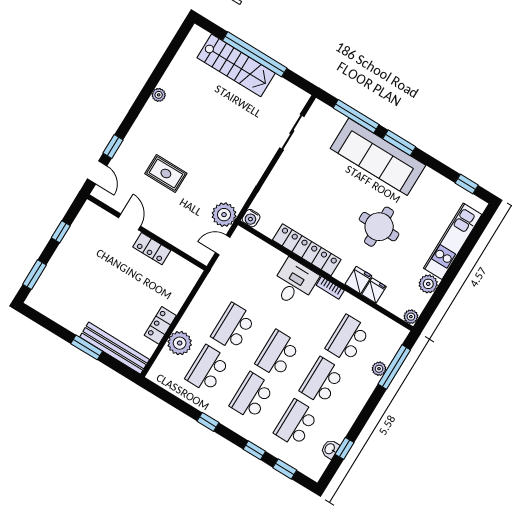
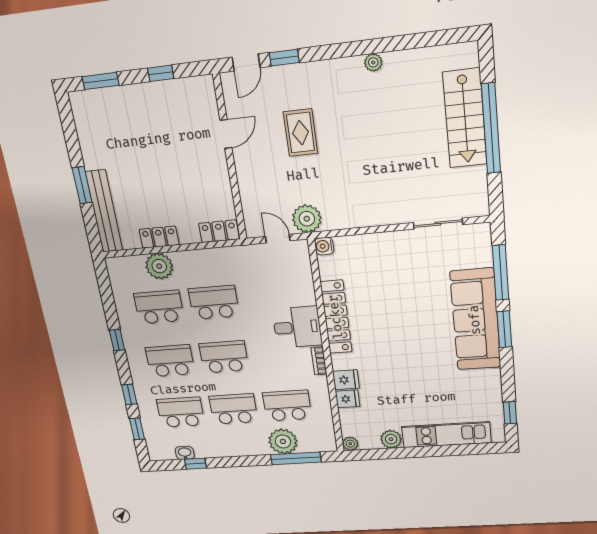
round table: (379, 227) -> (409, 365), removed
locker: (152, 249) -> (219, 231), moved, turned 90
plant: (379, 369) -> (283, 441), width x1.88, depth x1.88

